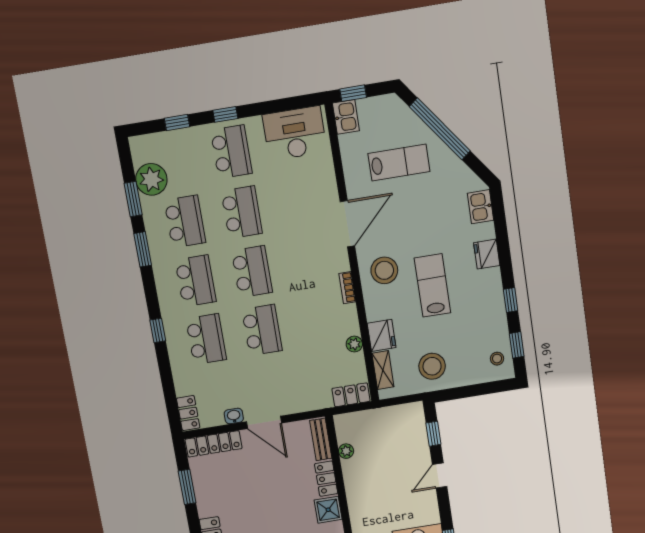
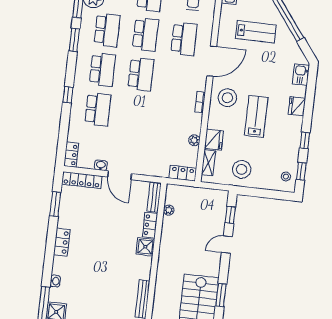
school desk: (262, 330) -> (184, 39), moved

